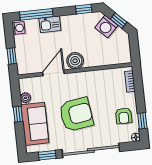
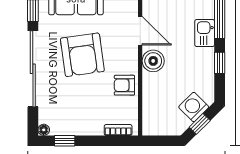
window: (84, 9) -> (220, 63), moved
armchair: (124, 116) -> (124, 85), moved

